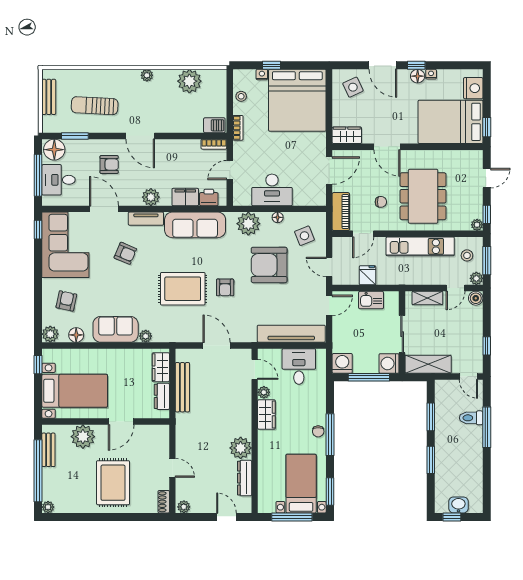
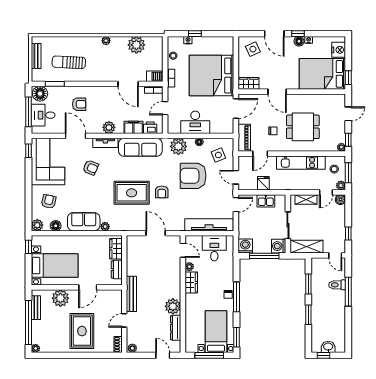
bed: (297, 100) -> (212, 75), moved, turned 90
door: (140, 136) -> (128, 84), moved
dining table: (423, 196) -> (303, 127), width x0.73
bench: (182, 387) -> (131, 294), moved
door: (172, 468) -> (124, 320), swing flipped

